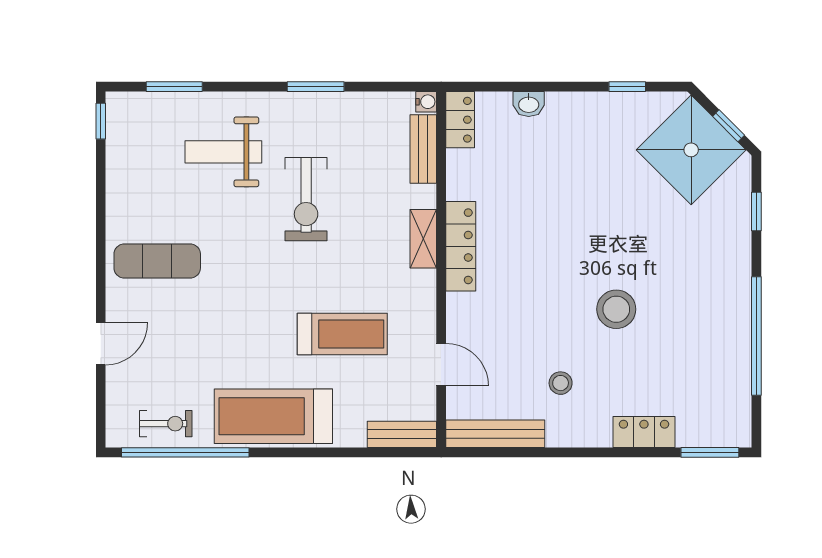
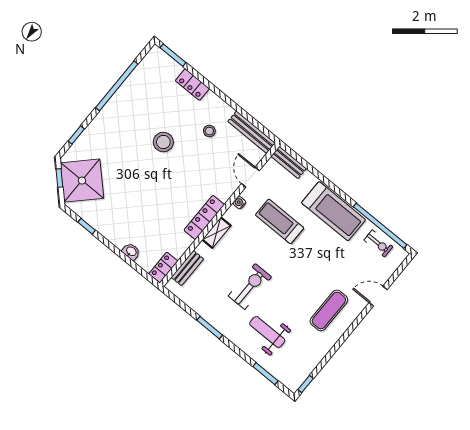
water cooler: (426, 102) -> (239, 203), moved
weight bench: (223, 152) -> (267, 332), turned 180
exercise mat: (157, 261) -> (329, 310), turned 90
exercise bike: (166, 424) -> (378, 243), turned 180

